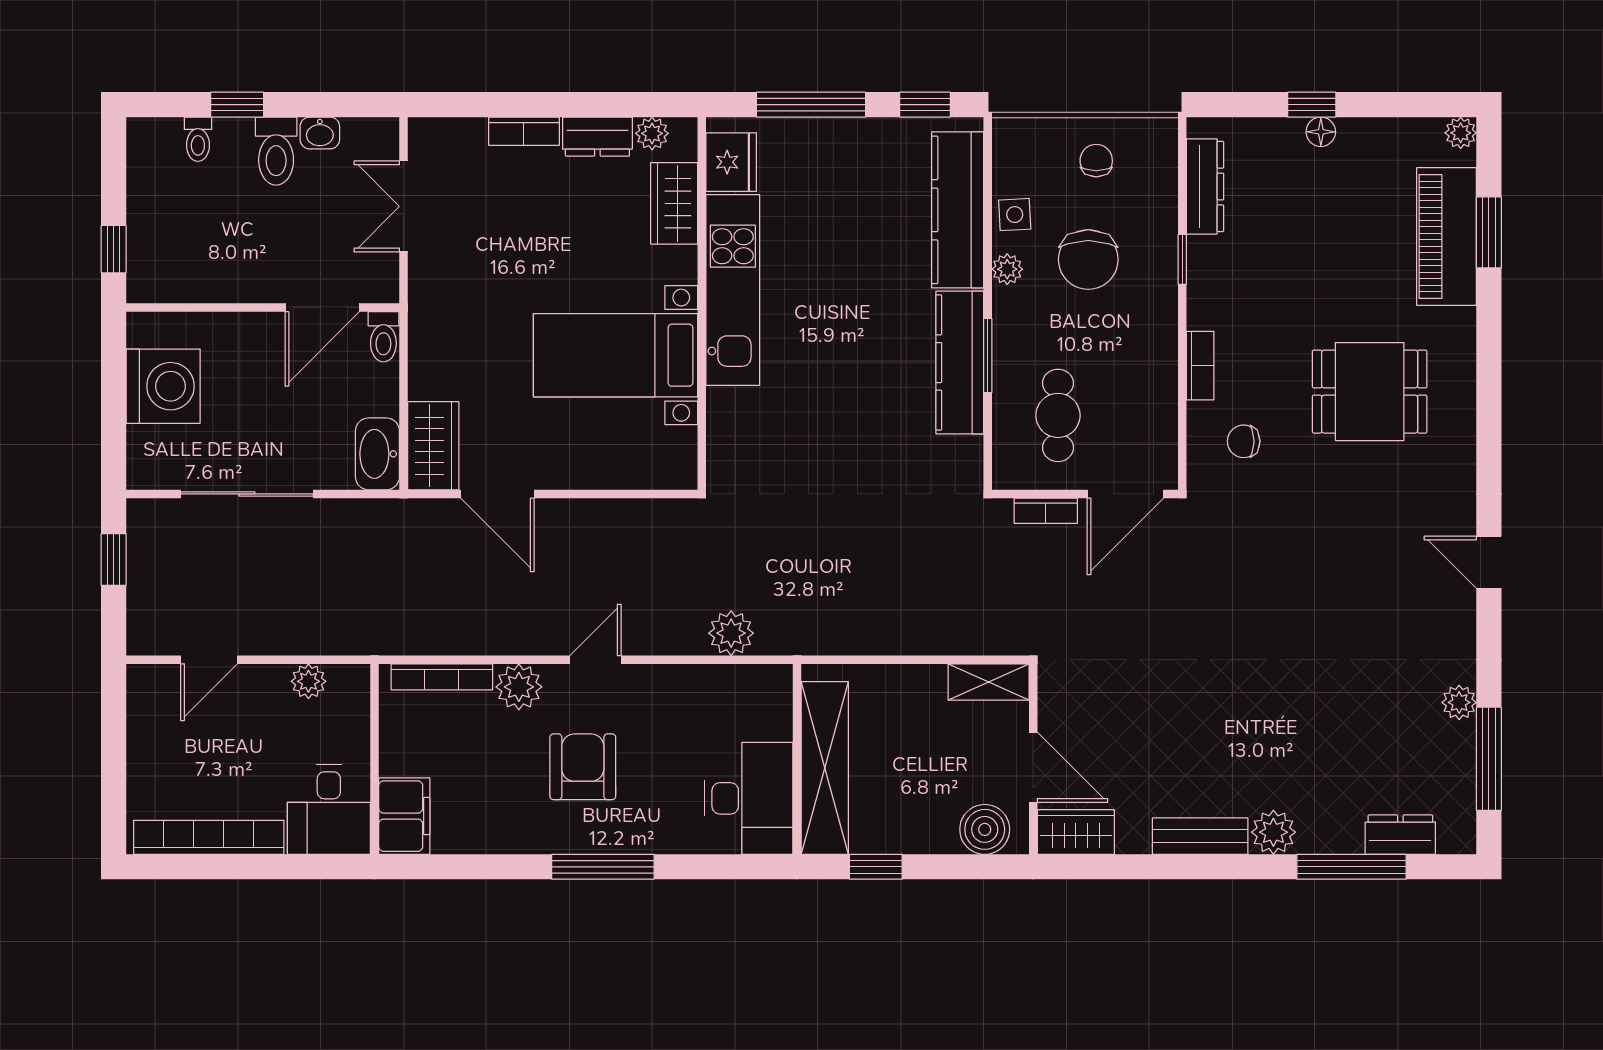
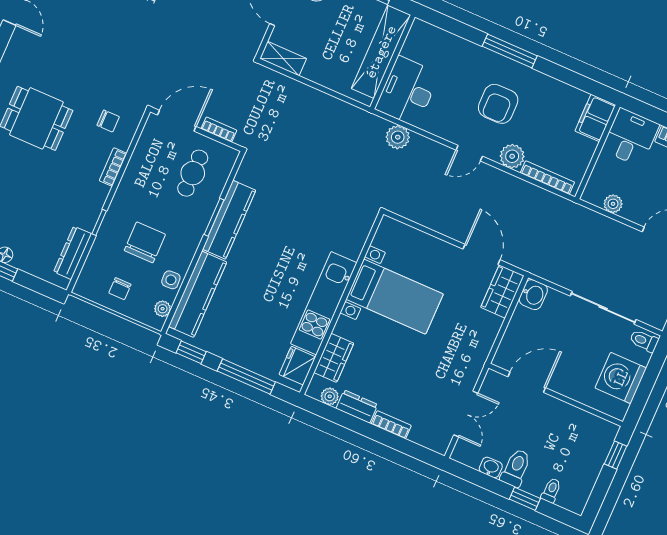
plant: (1007, 269) -> (163, 309), moved
toilet: (383, 337) -> (644, 341), moved, turned -90
washbasin: (377, 454) -> (533, 295), width x0.72
desk: (749, 798) -> (408, 91), moved

